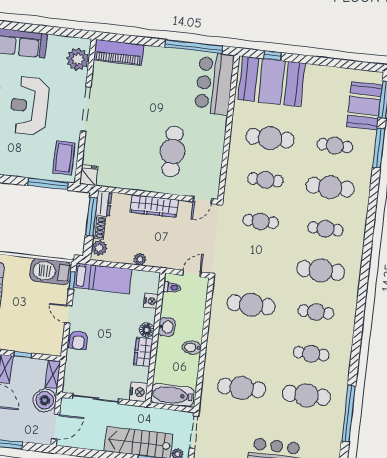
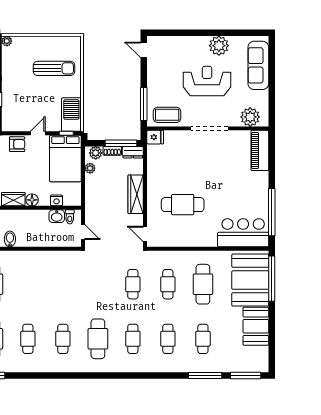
window: (273, 56) -> (272, 279), width x3.17
booth: (364, 106) -> (256, 326), moved, turned 90
cafe table: (330, 187) -> (168, 339), width x0.73, depth x0.74
plant: (140, 259) -> (90, 168), moved
bed: (103, 278) -> (65, 158), width x1.50
cafe table: (251, 305) -> (63, 284), removed
washbasin: (167, 327) -> (57, 216), moved
armchair: (78, 340) -> (17, 144), turned 180
bidet: (192, 348) -> (10, 239), moved

